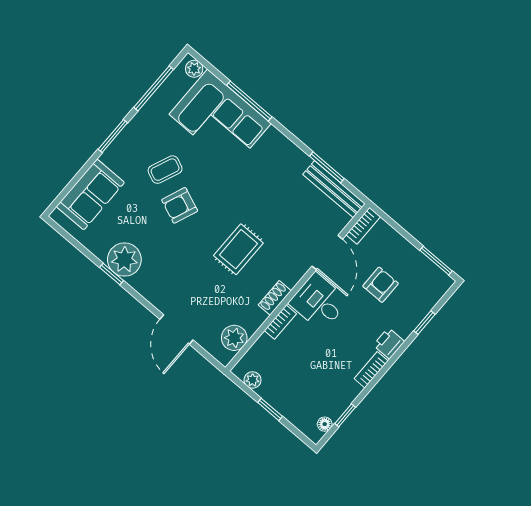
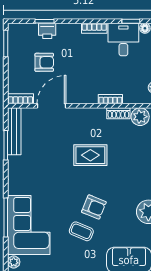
armchair: (381, 285) -> (44, 62), turned 180
shoe rack: (275, 298) -> (118, 113), moved
desk: (319, 302) -> (123, 40), moved, turned 180
printer: (389, 343) -> (47, 31), moved

